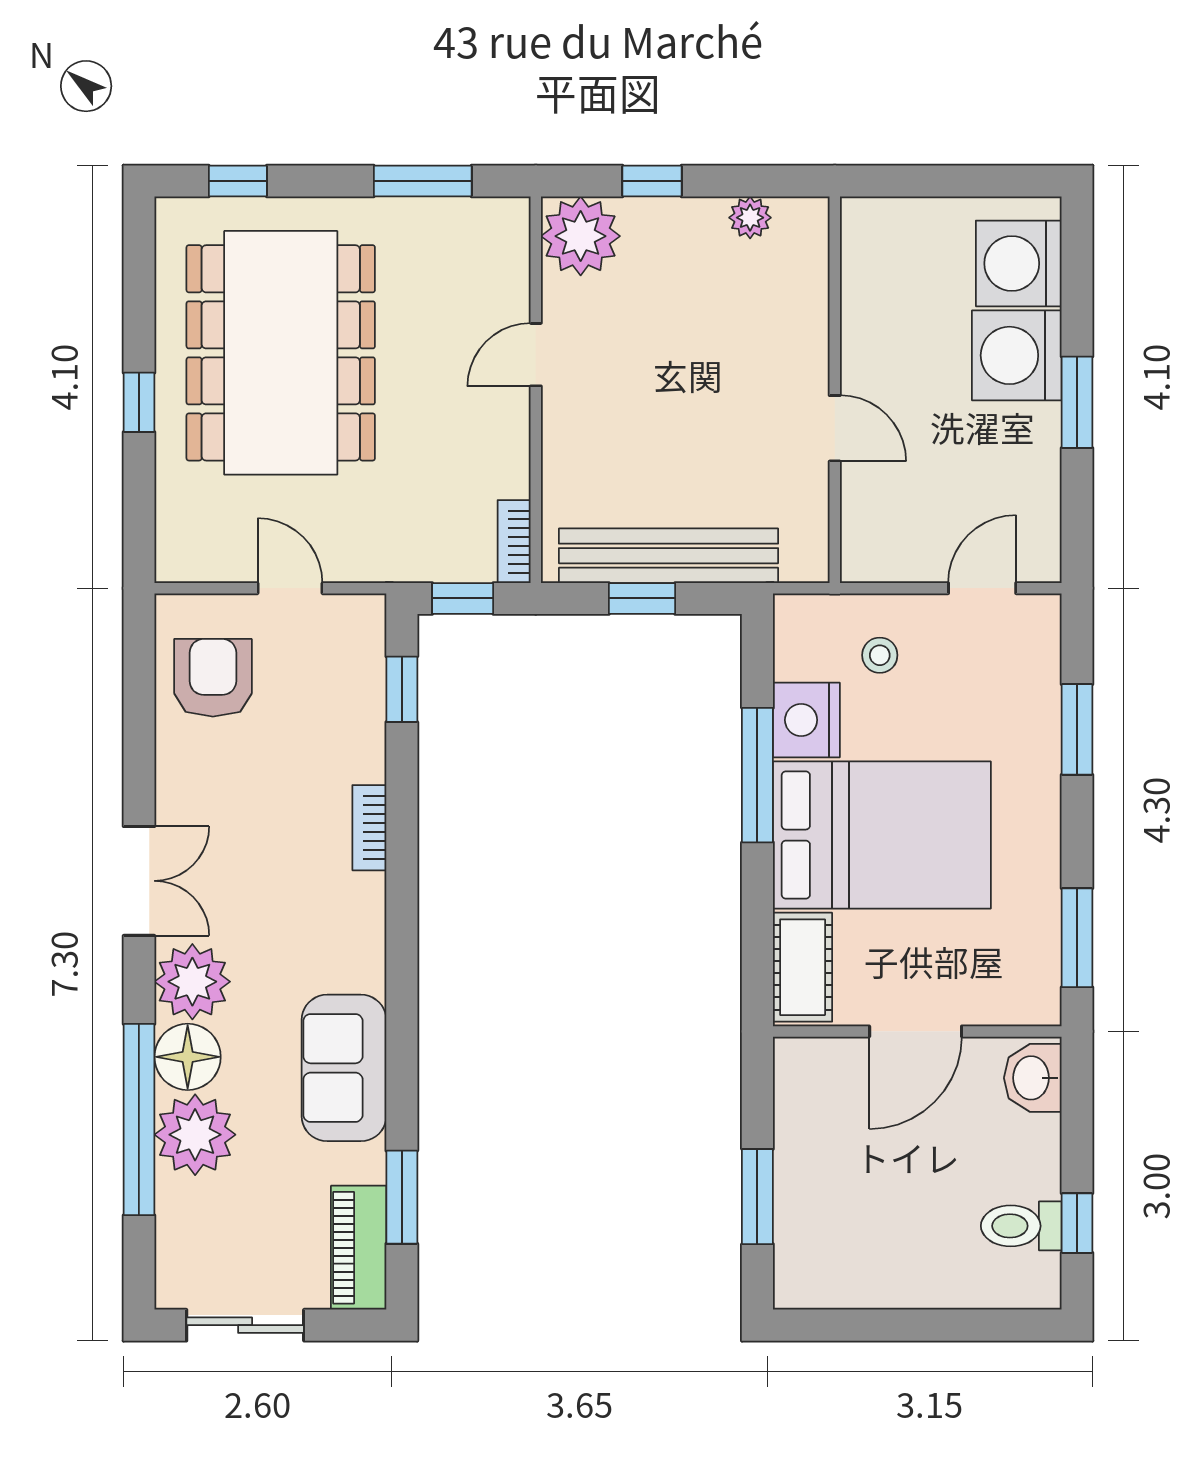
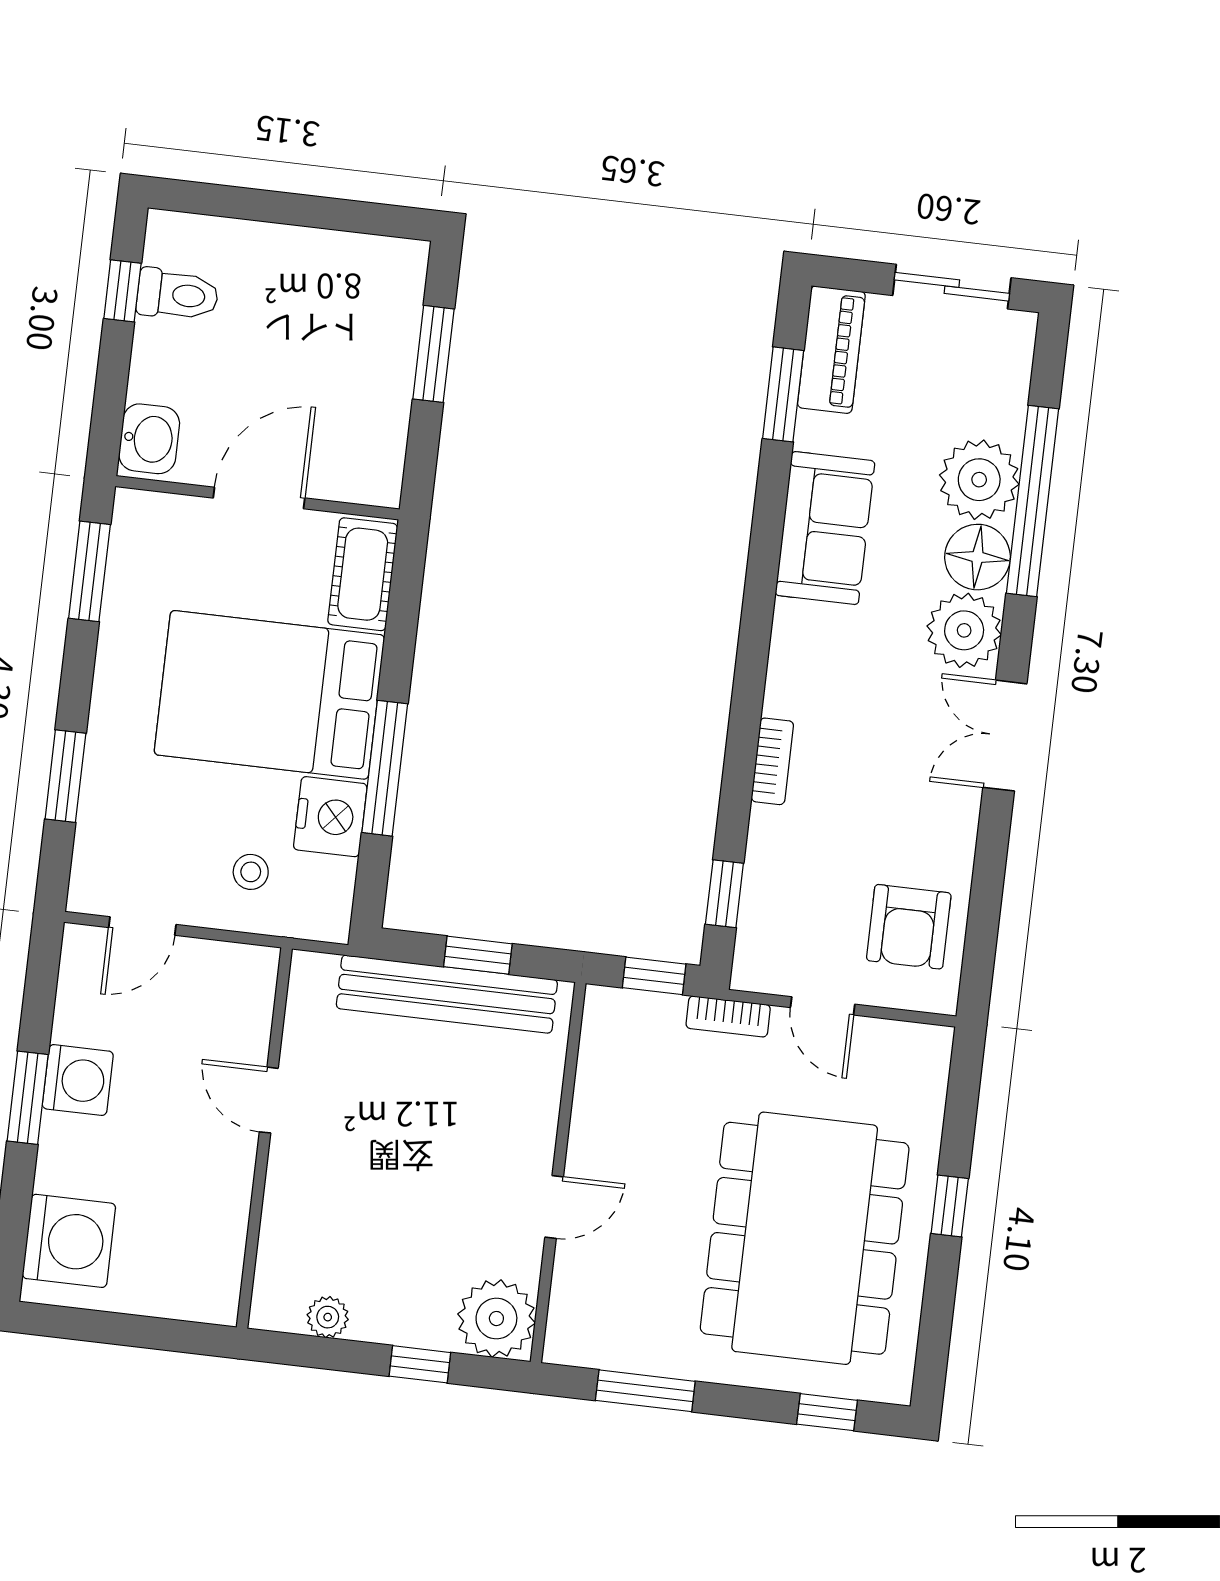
washing machine: (1017, 355) -> (78, 1080), moved, width x0.73, depth x0.73
bookcase: (514, 542) -> (728, 1016), moved, turned 90

